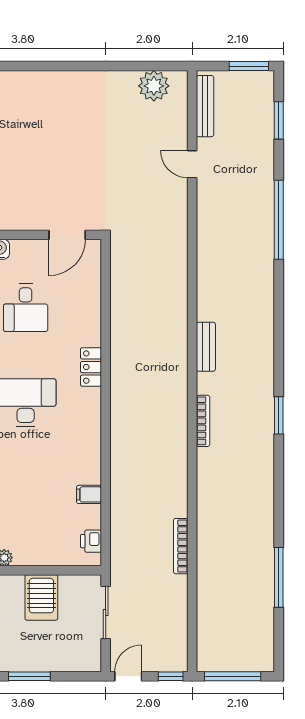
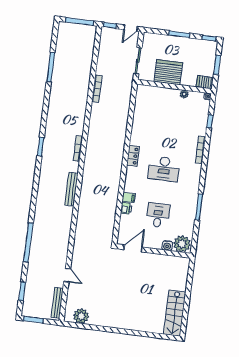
bench: (206, 347) -> (71, 189), width x1.36
locker: (91, 367) -> (133, 156), moved
filing cabinet: (89, 494) -> (129, 198), moved
printer: (91, 541) -> (126, 208), moved
server rack: (41, 597) -> (168, 72), width x1.60

